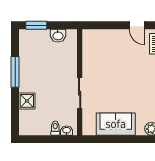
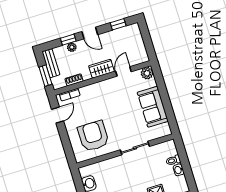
armchair: (105, 55) -> (93, 136), added
washbasin: (67, 131) -> (179, 170), moved

